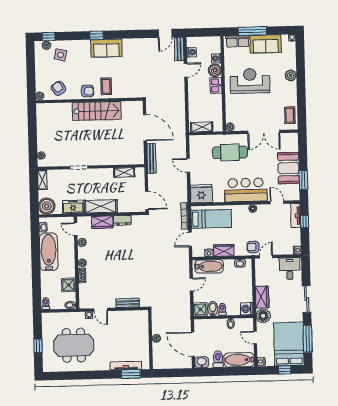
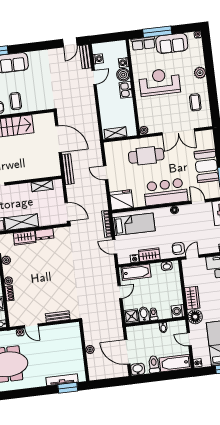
coffee table: (290, 115) -> (195, 102), moved
door: (190, 239) -> (115, 247), hinge flipped

